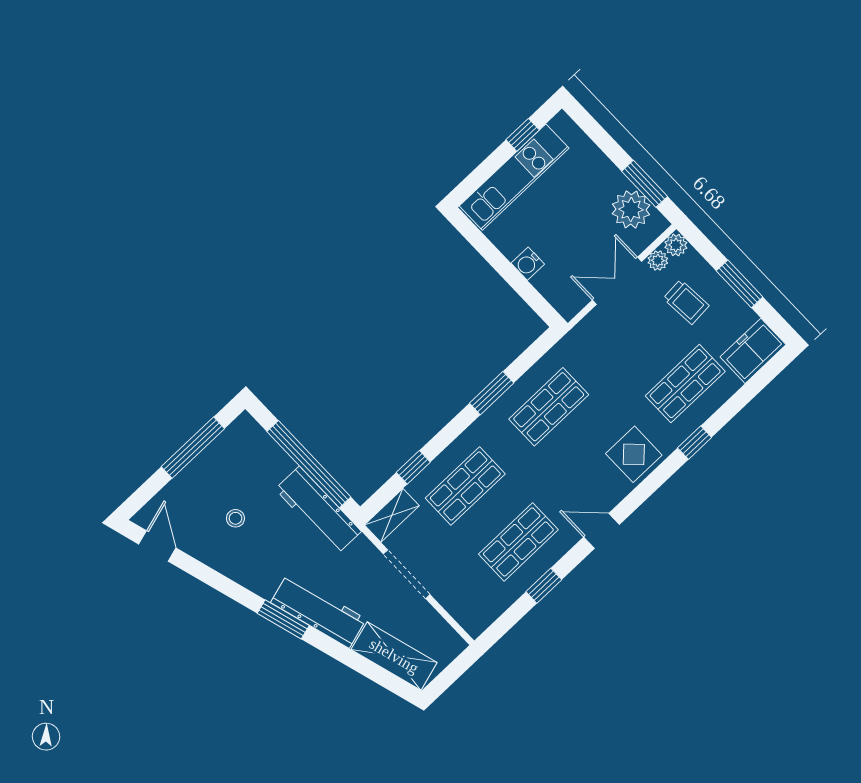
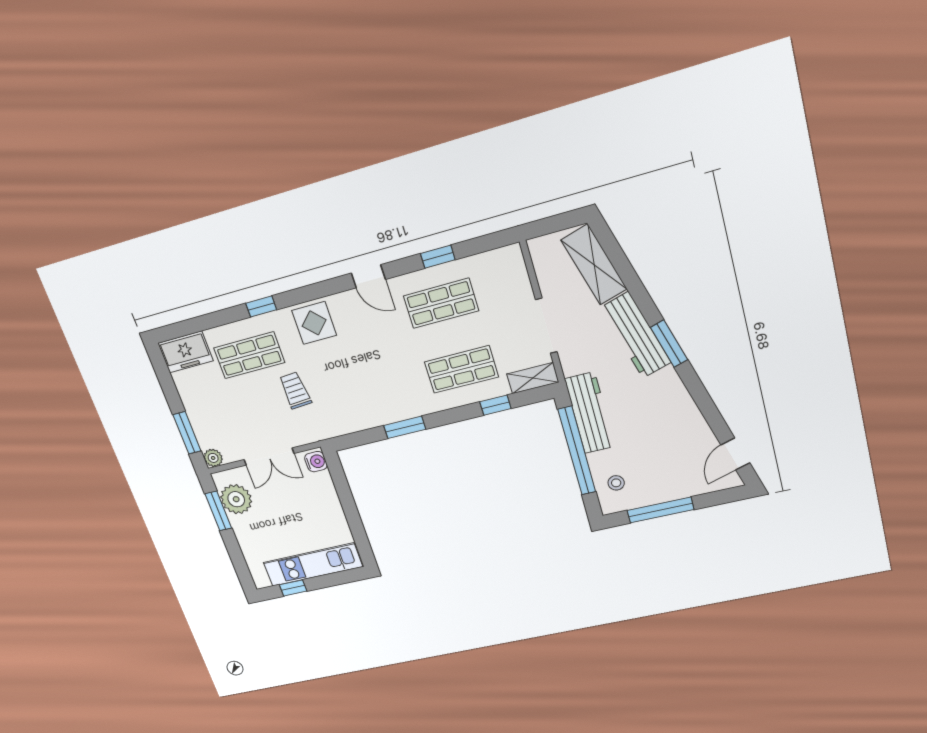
plant: (658, 260) -> (232, 454), removed
water cooler: (528, 264) -> (316, 462), moved
window: (740, 284) -> (187, 433), moved
trolley: (686, 302) -> (295, 390), moved
shop shelf: (549, 407) -> (365, 394), removed
stool: (235, 518) -> (616, 483), moved

